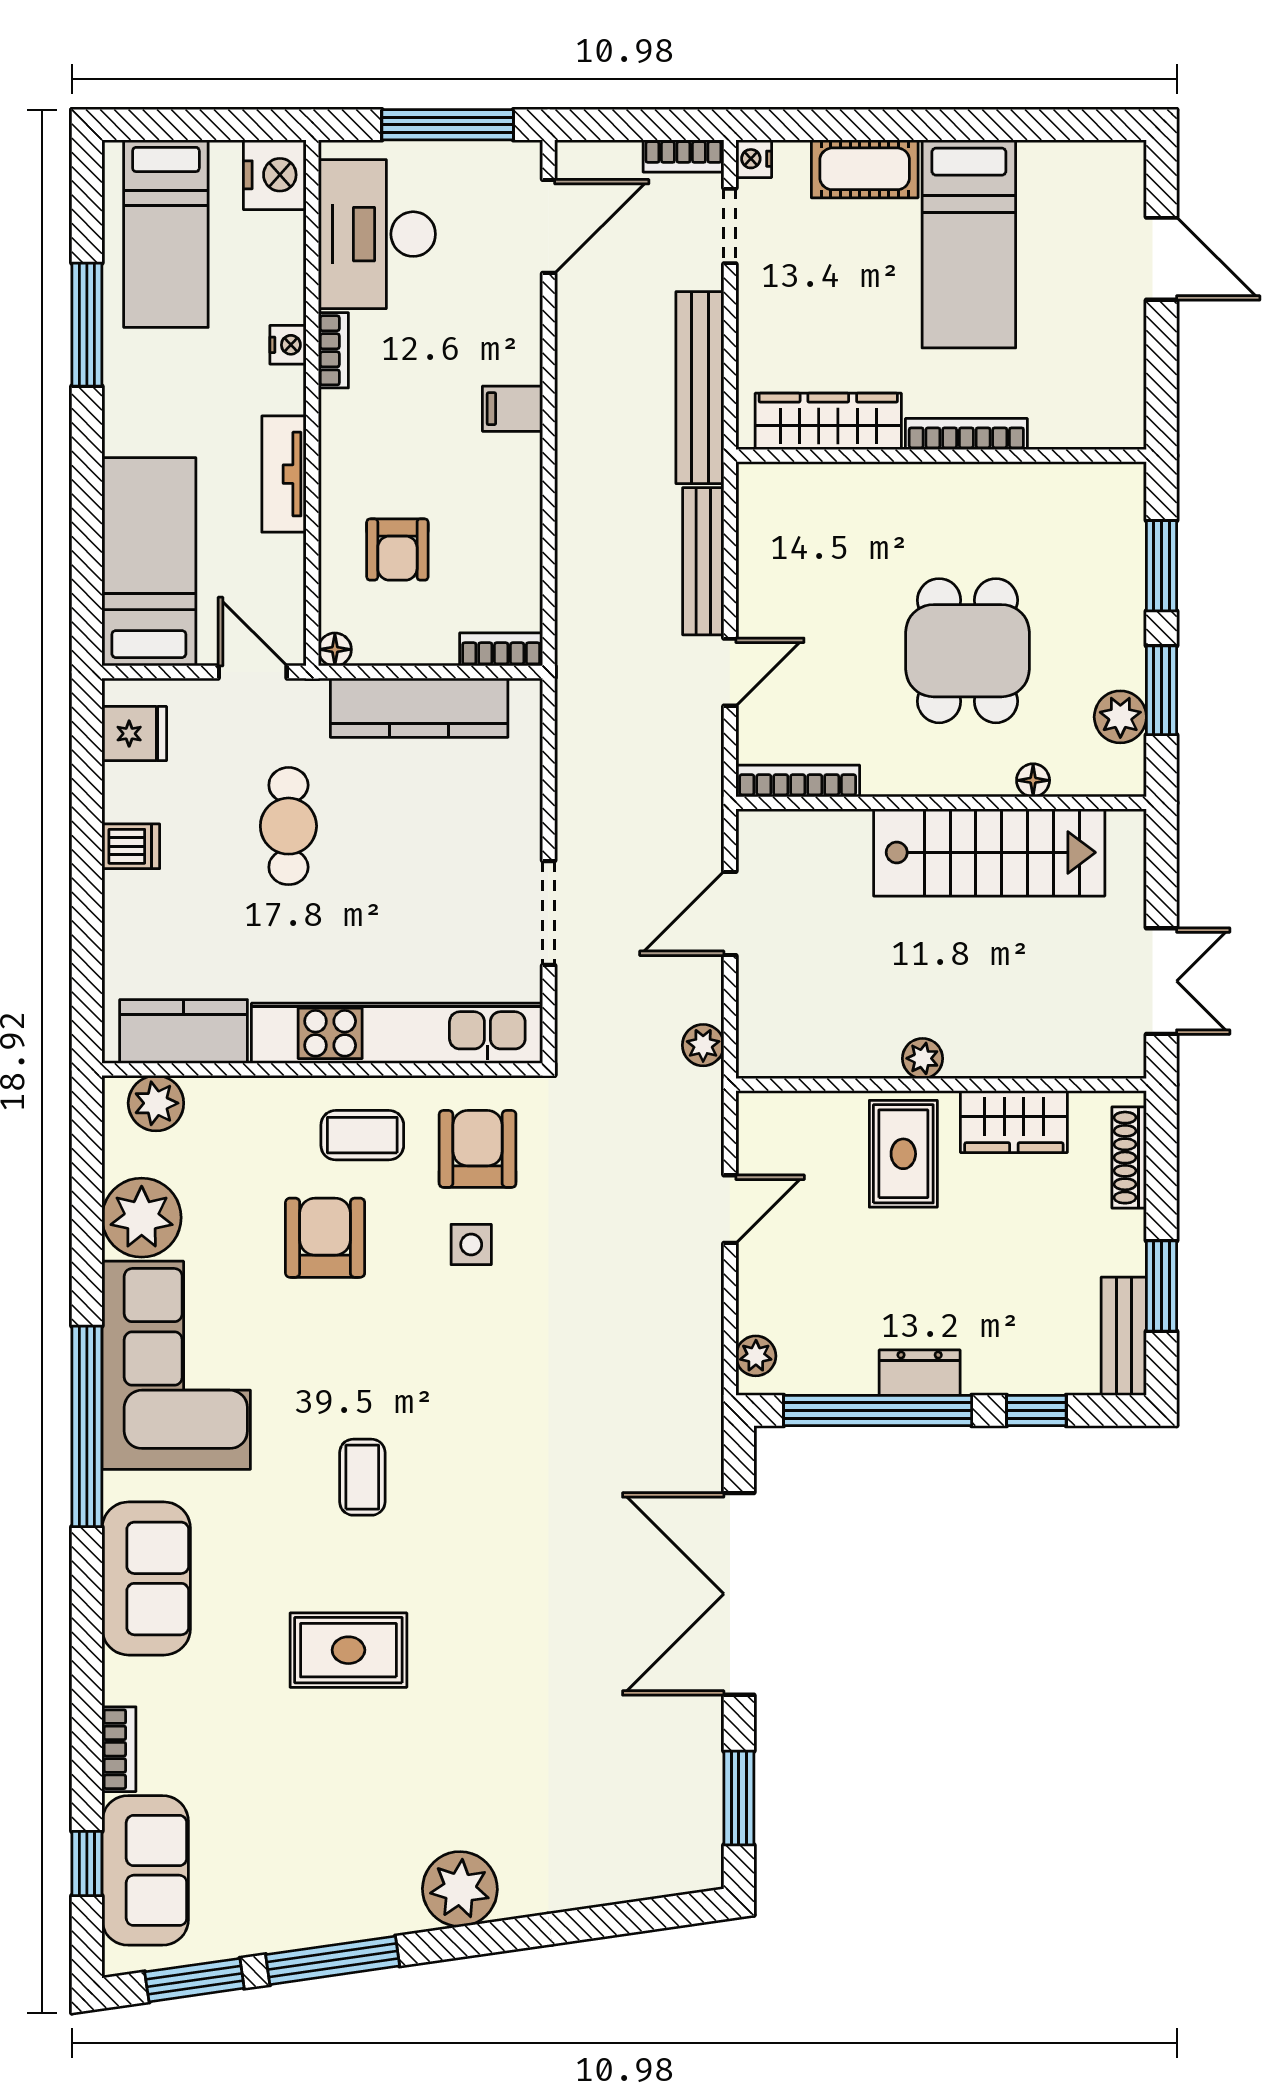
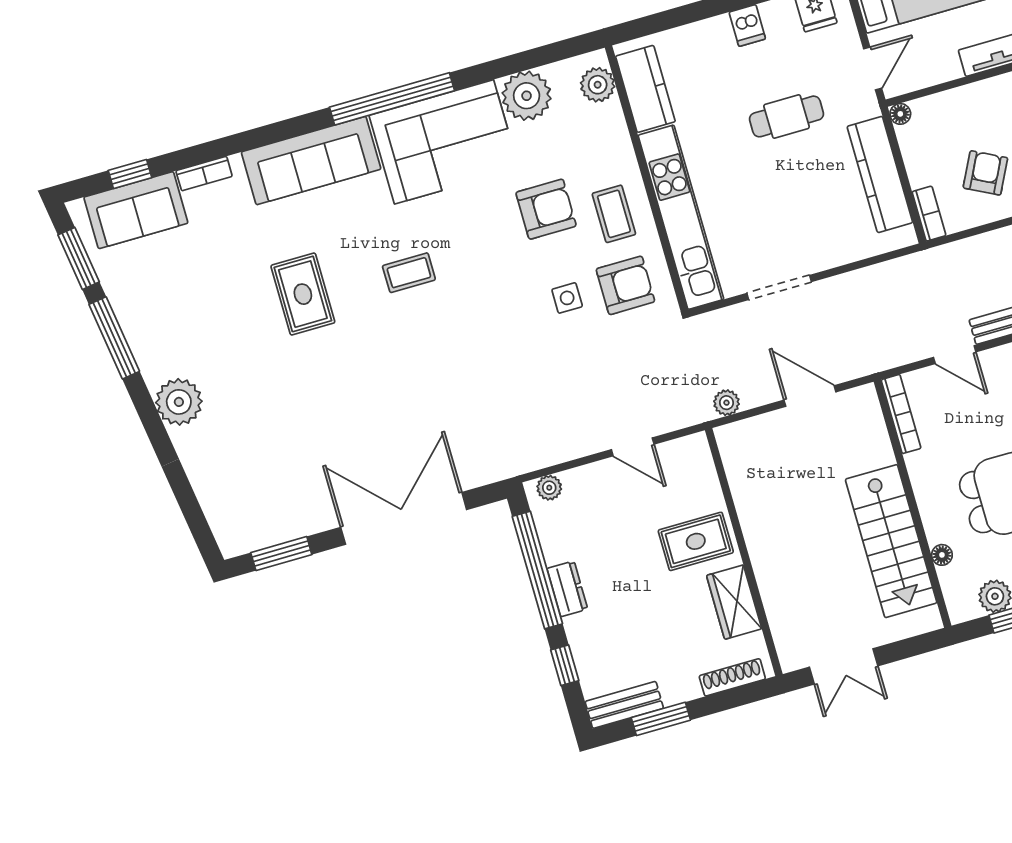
armchair: (397, 550) -> (985, 173), moved, turned 117
plant: (923, 1058) -> (756, 536), removed
sofa: (146, 1578) -> (311, 161), width x1.36

